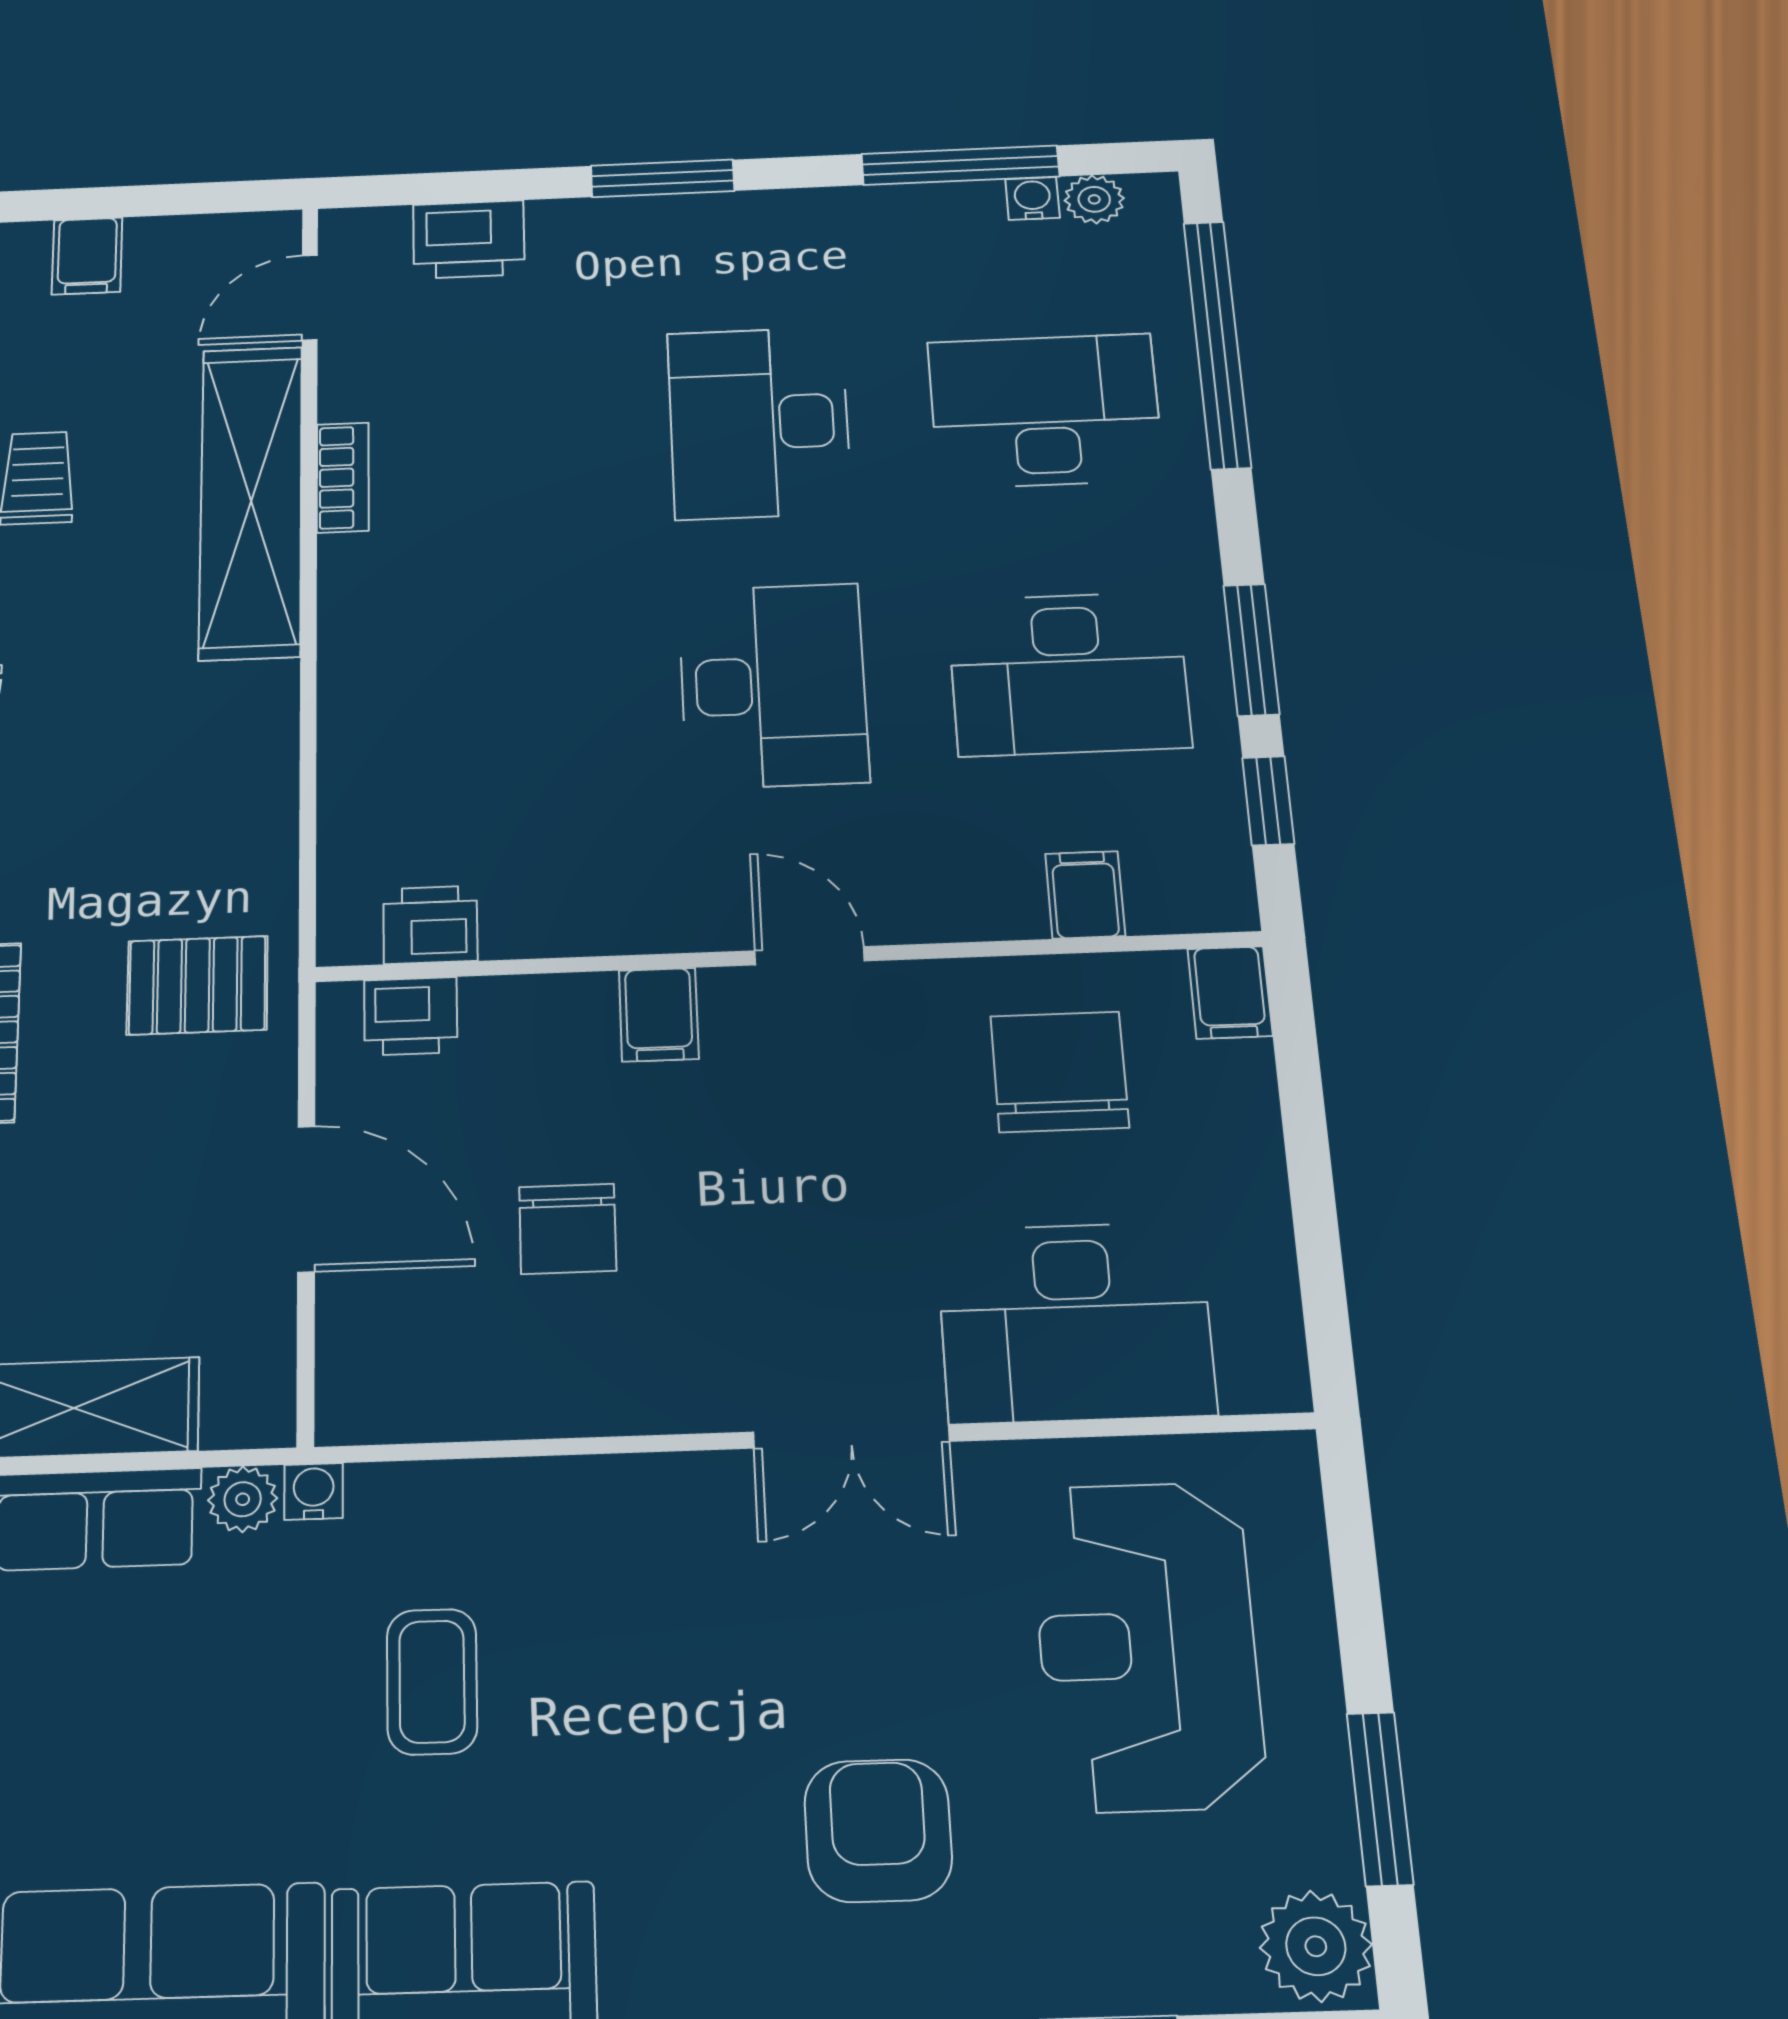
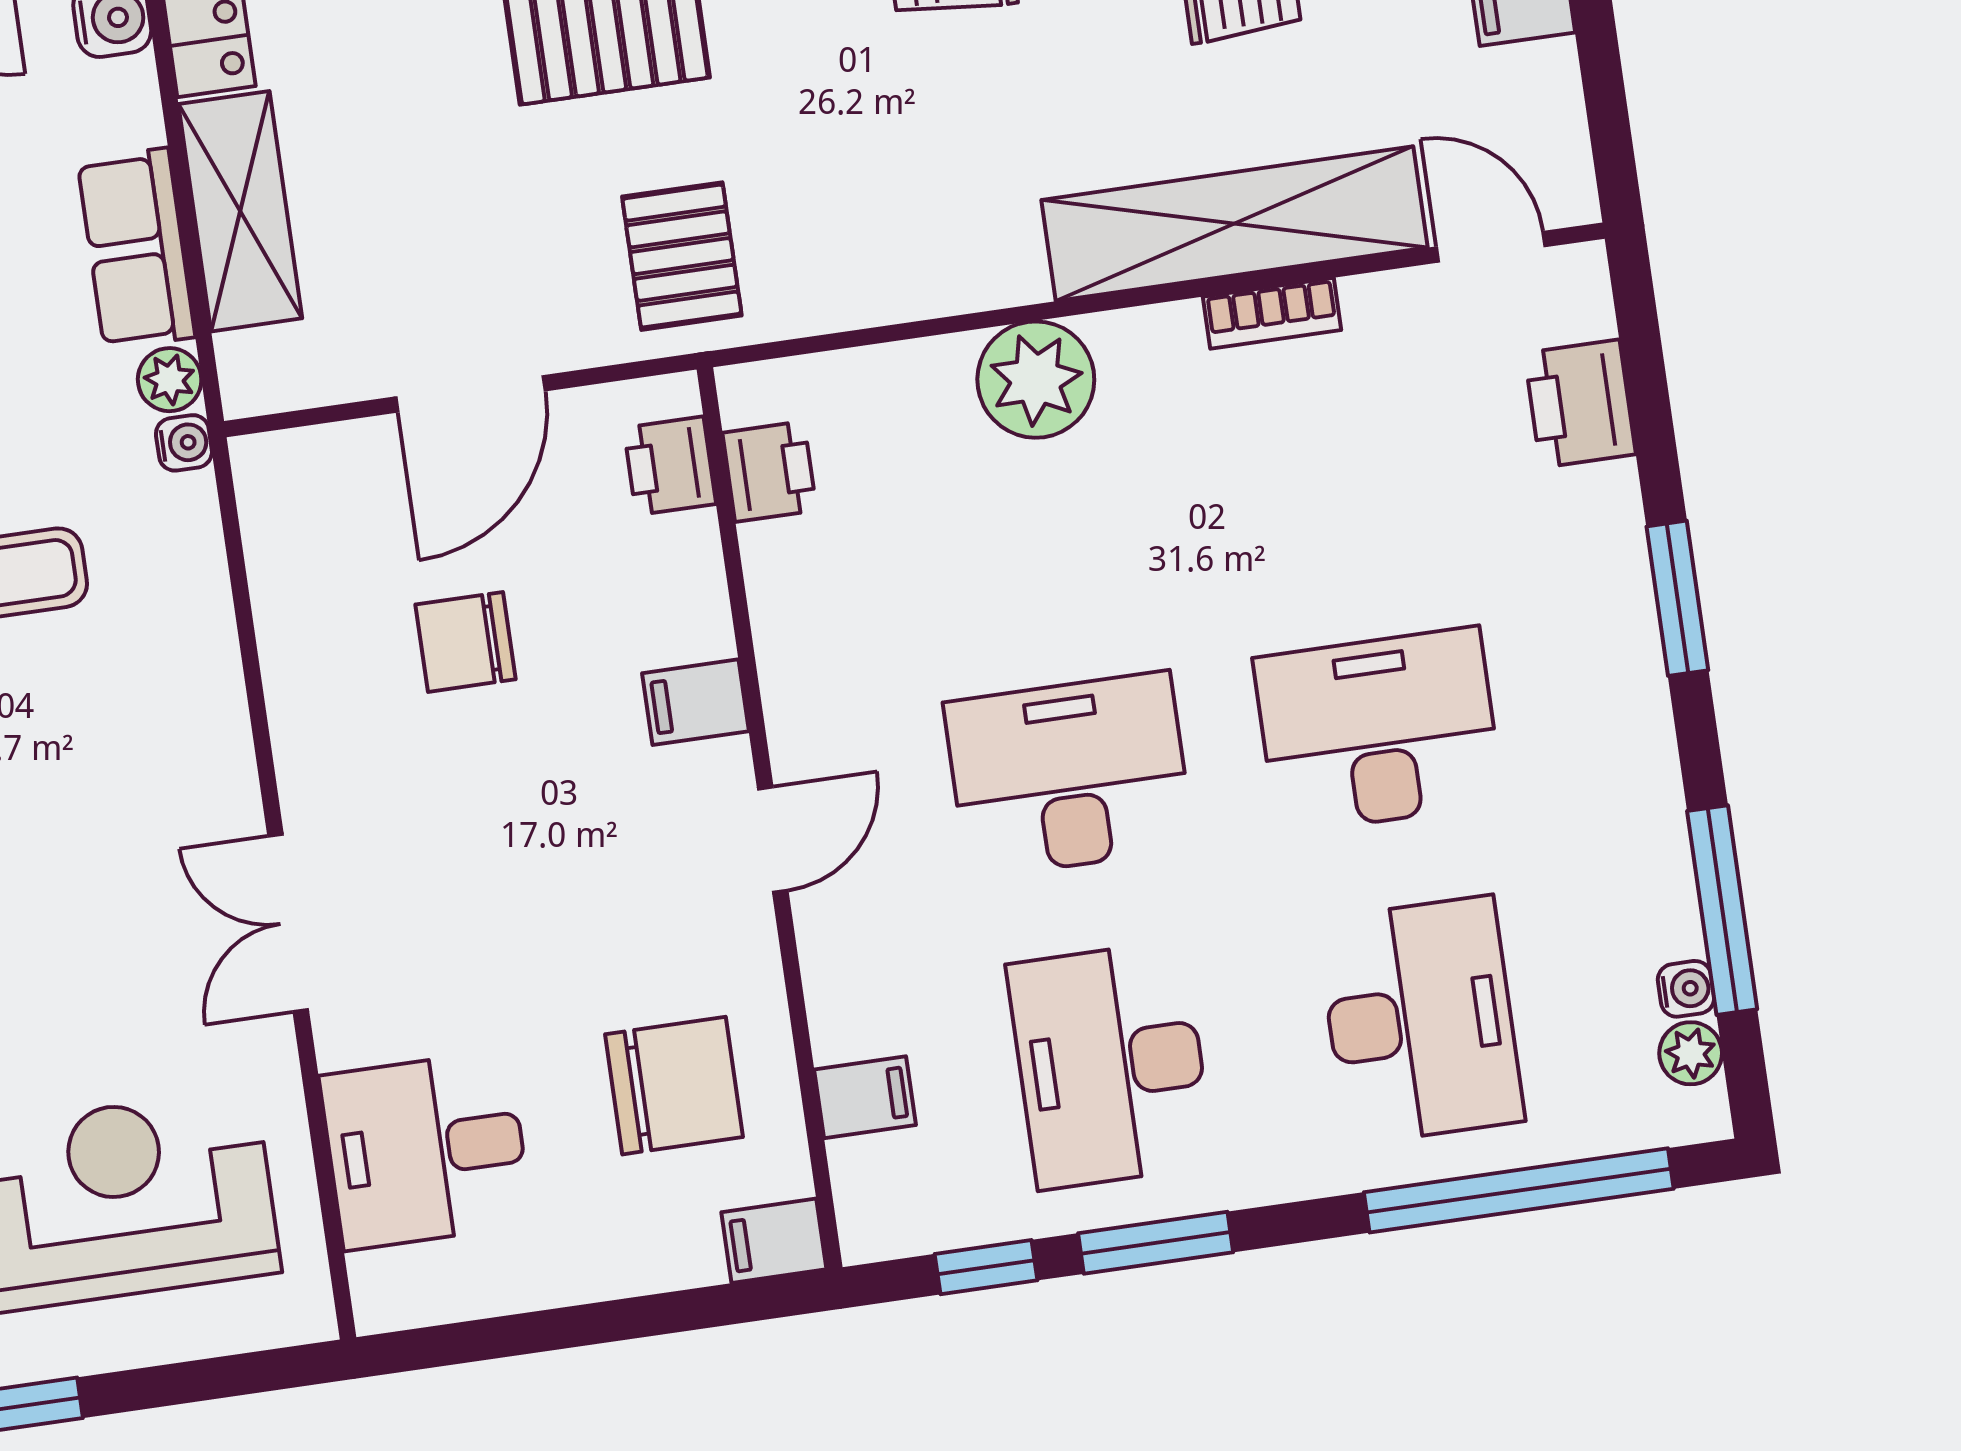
plant: (375, 681) -> (1036, 380), added
desk: (773, 685) -> (1069, 775), turned 180
desk: (1075, 1322) -> (426, 1150), width x0.73

